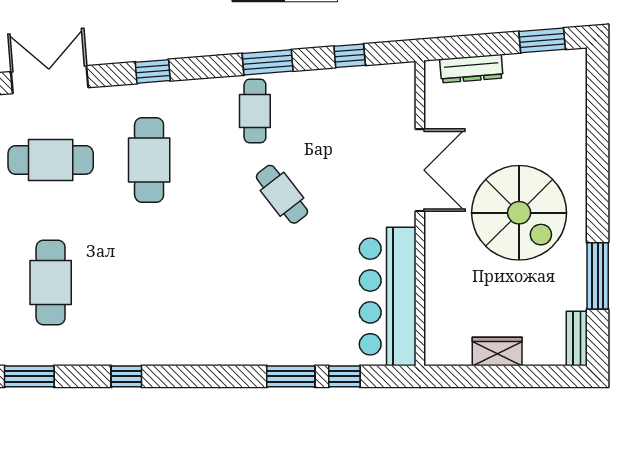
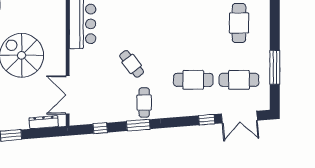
window: (153, 71) -> (207, 120), moved
cafe table: (149, 160) -> (193, 80), turned 90
double door: (420, 170) -> (68, 95), moved

